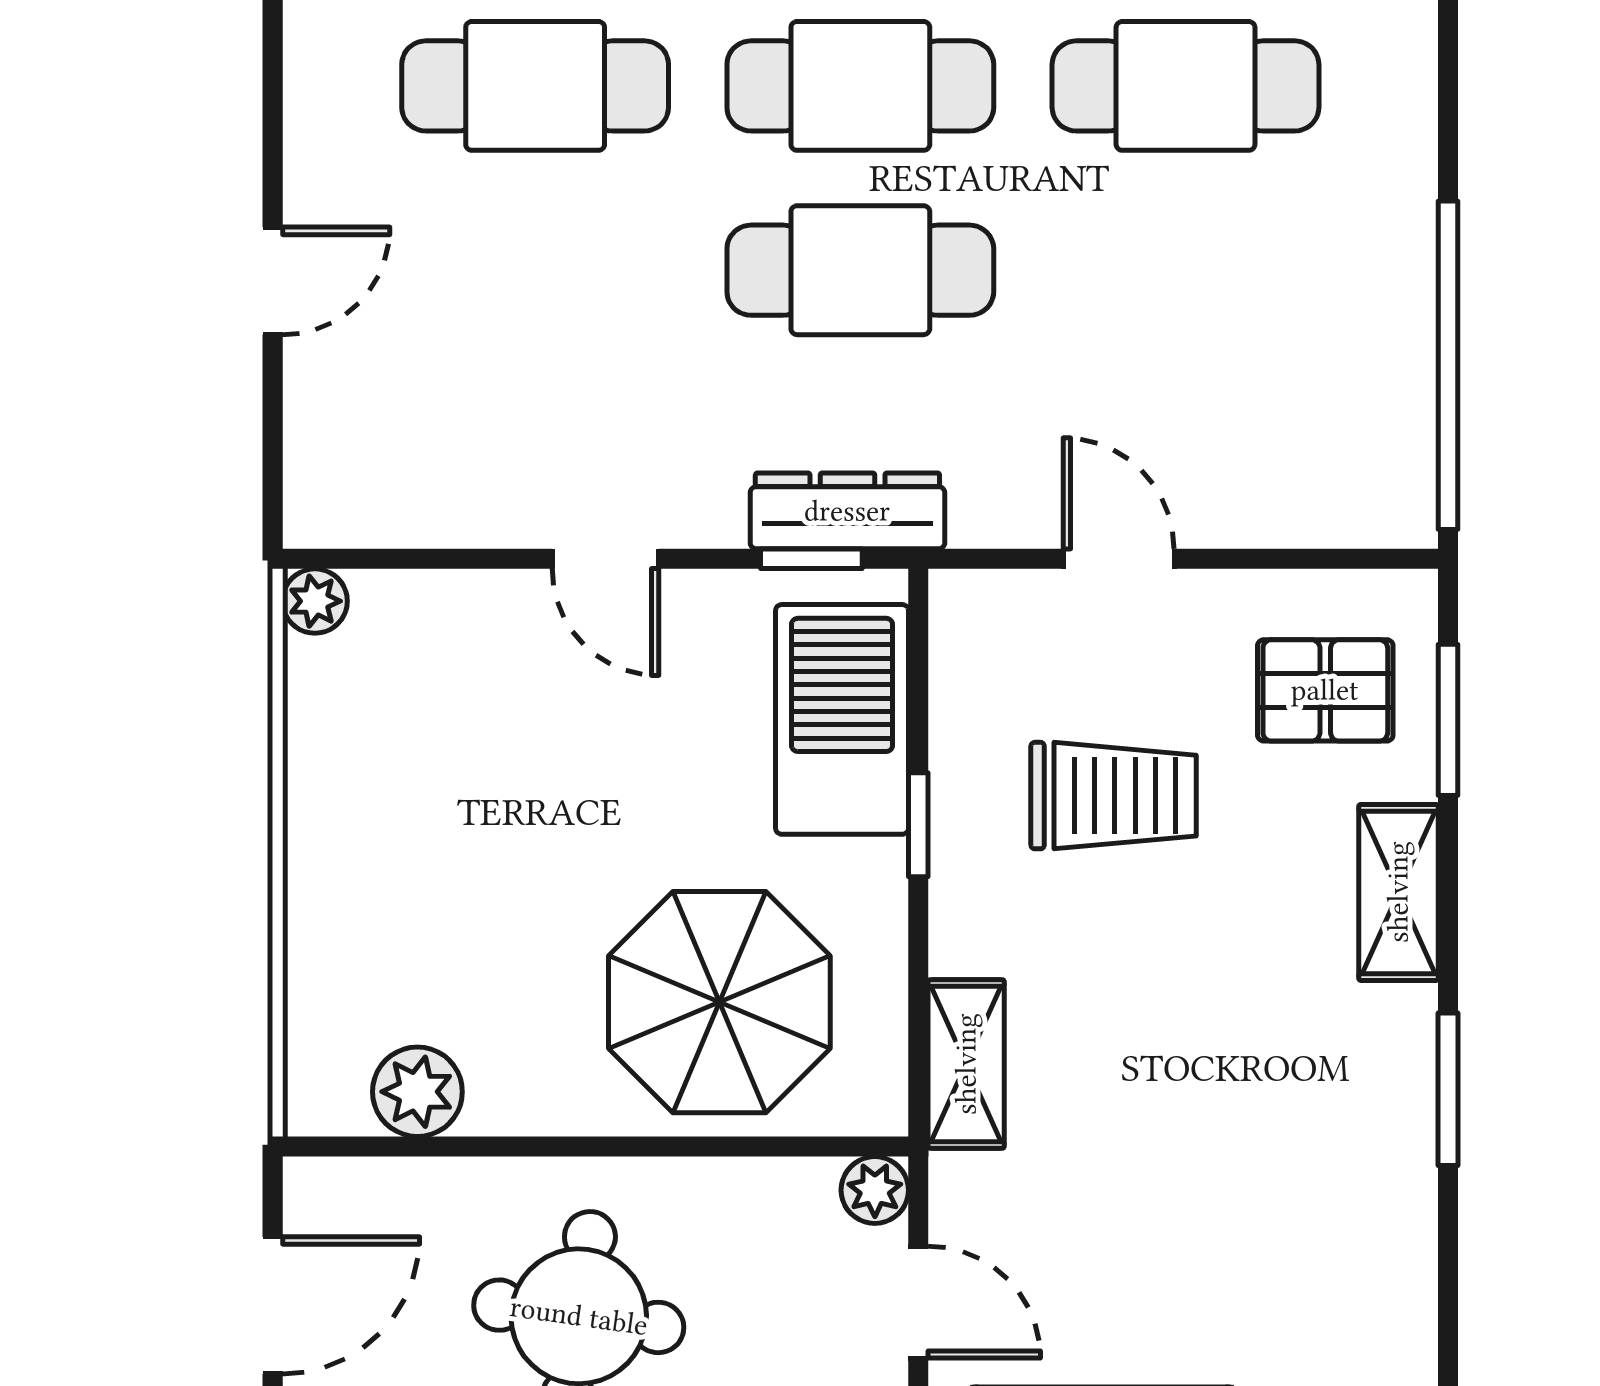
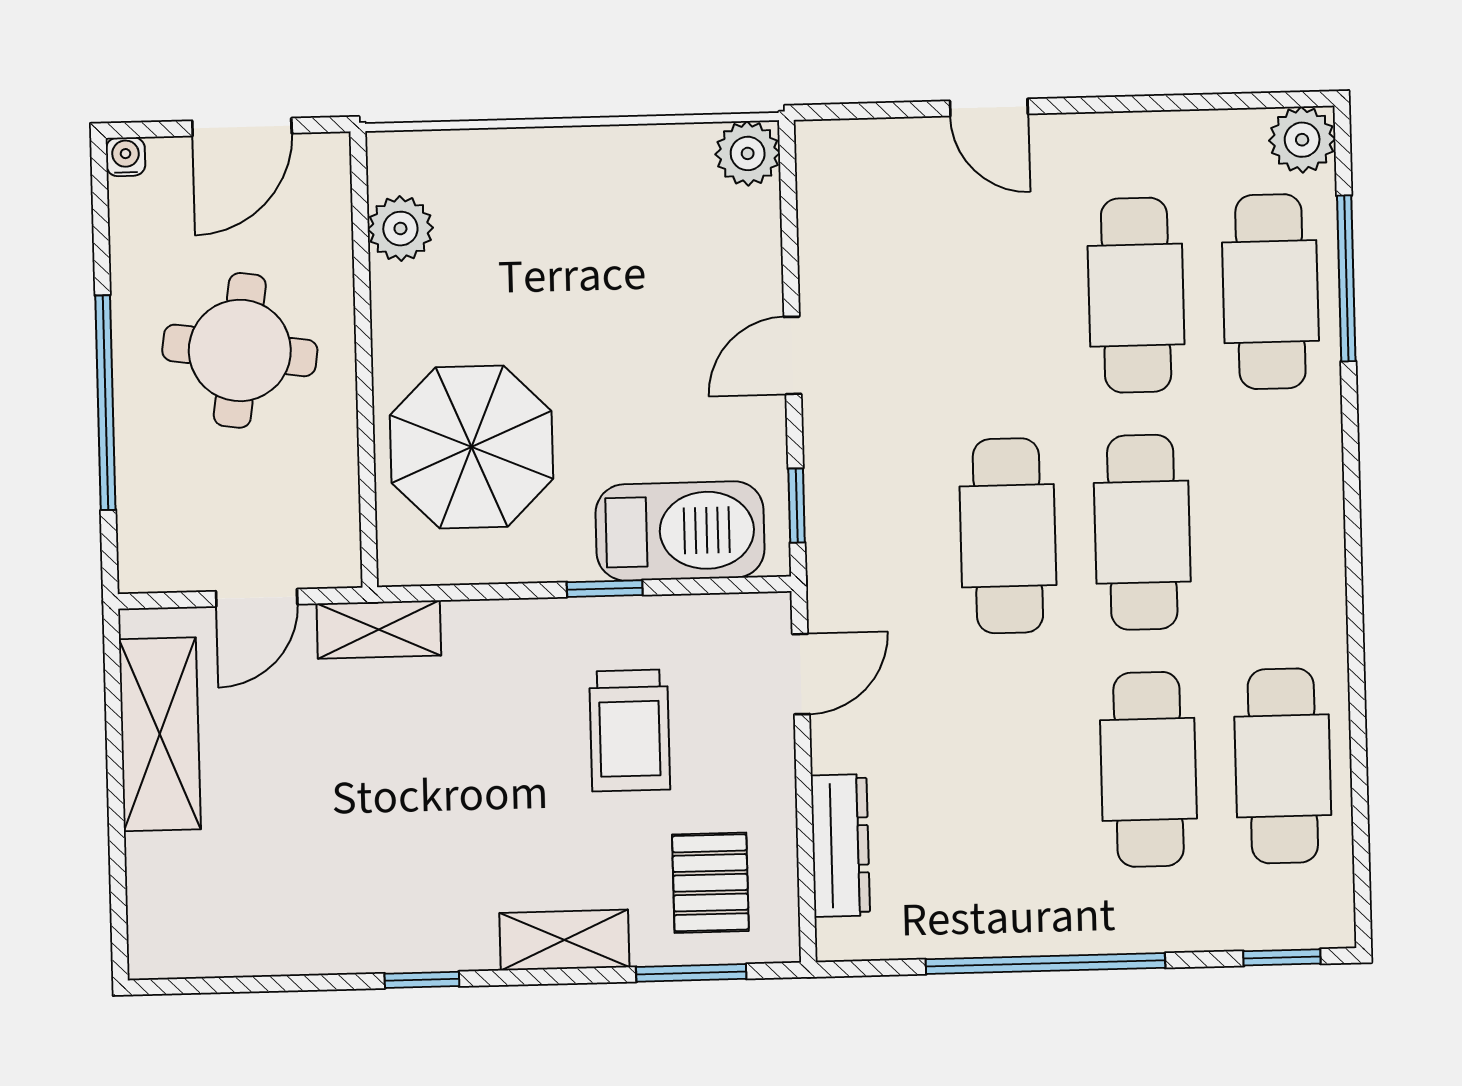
window: (1448, 365) -> (1045, 964), moved
dresser: (847, 511) -> (840, 845), moved
door: (1119, 559) -> (801, 674), moved
plant: (315, 601) -> (748, 153), width x1.38, depth x1.38
shelving: (966, 1064) -> (379, 629), moved
window: (1448, 1089) -> (422, 980), width x0.67
plant: (875, 1190) -> (338, 564), removed
door: (273, 1305) -> (242, 127), hinge flipped

